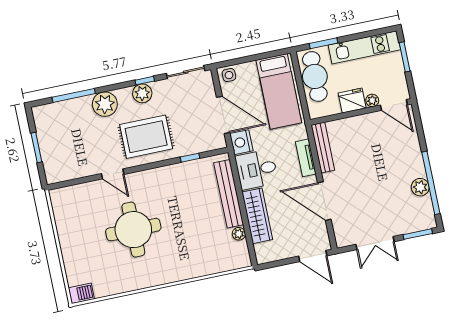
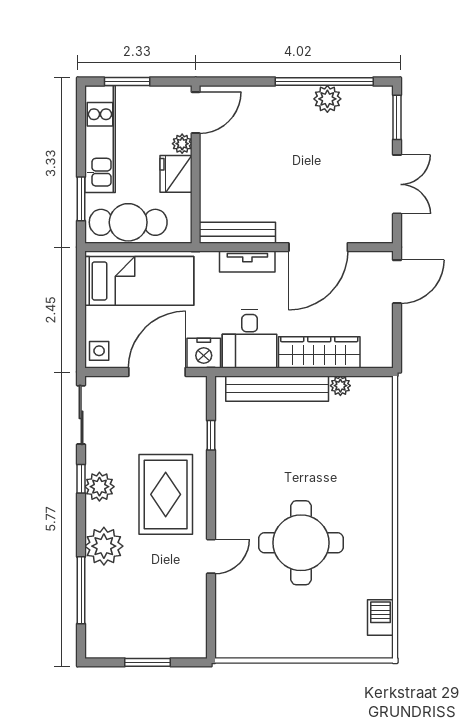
barbecue: (81, 293) -> (380, 618), moved

